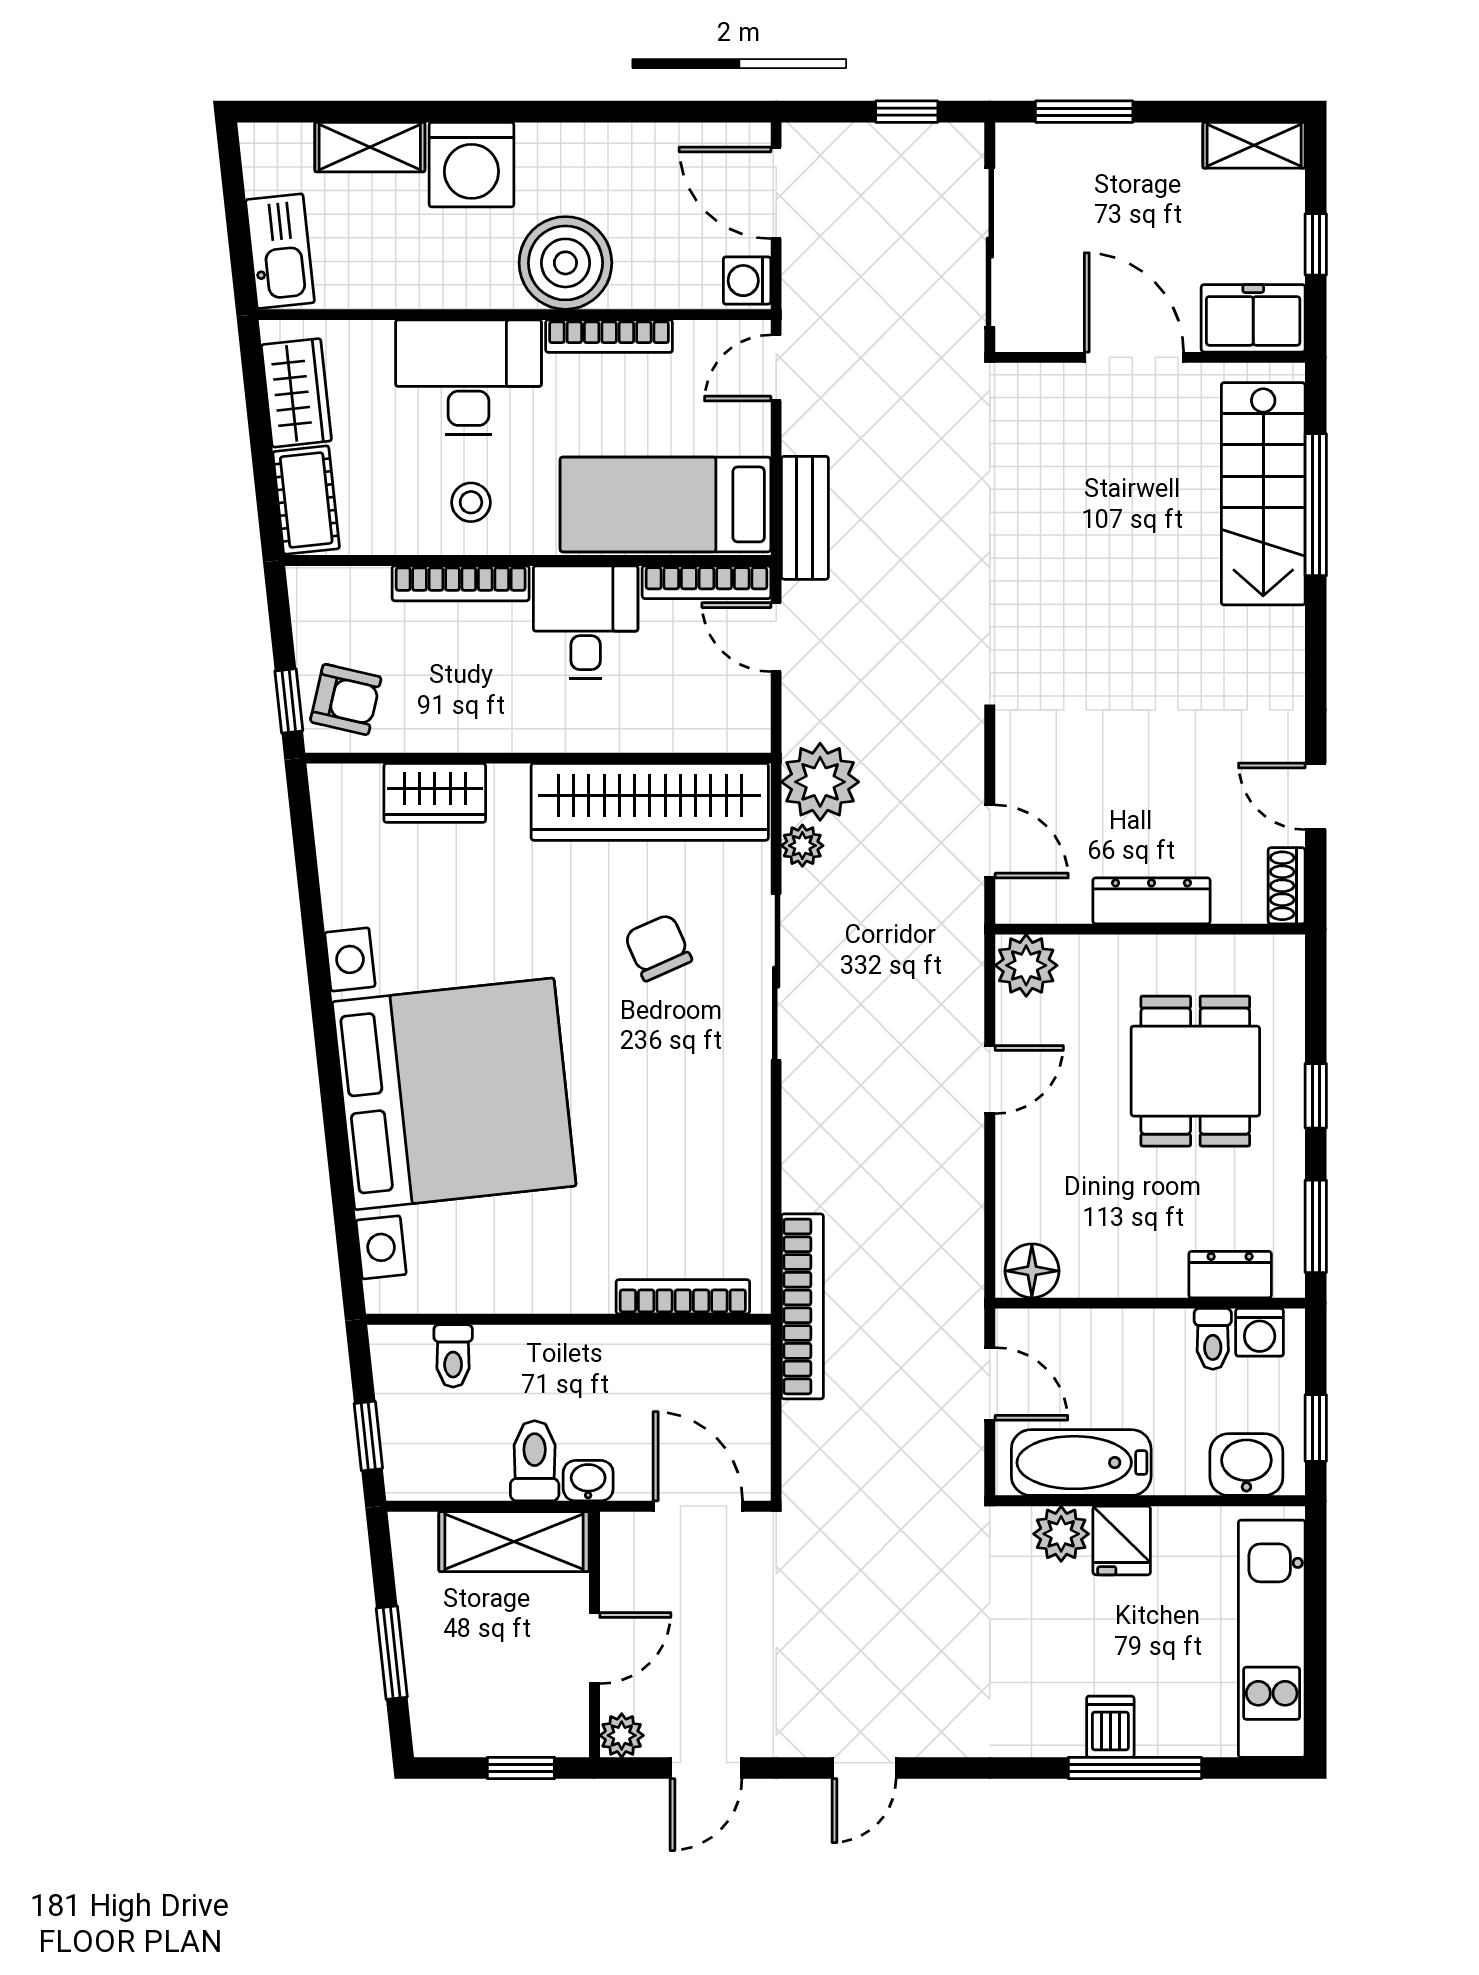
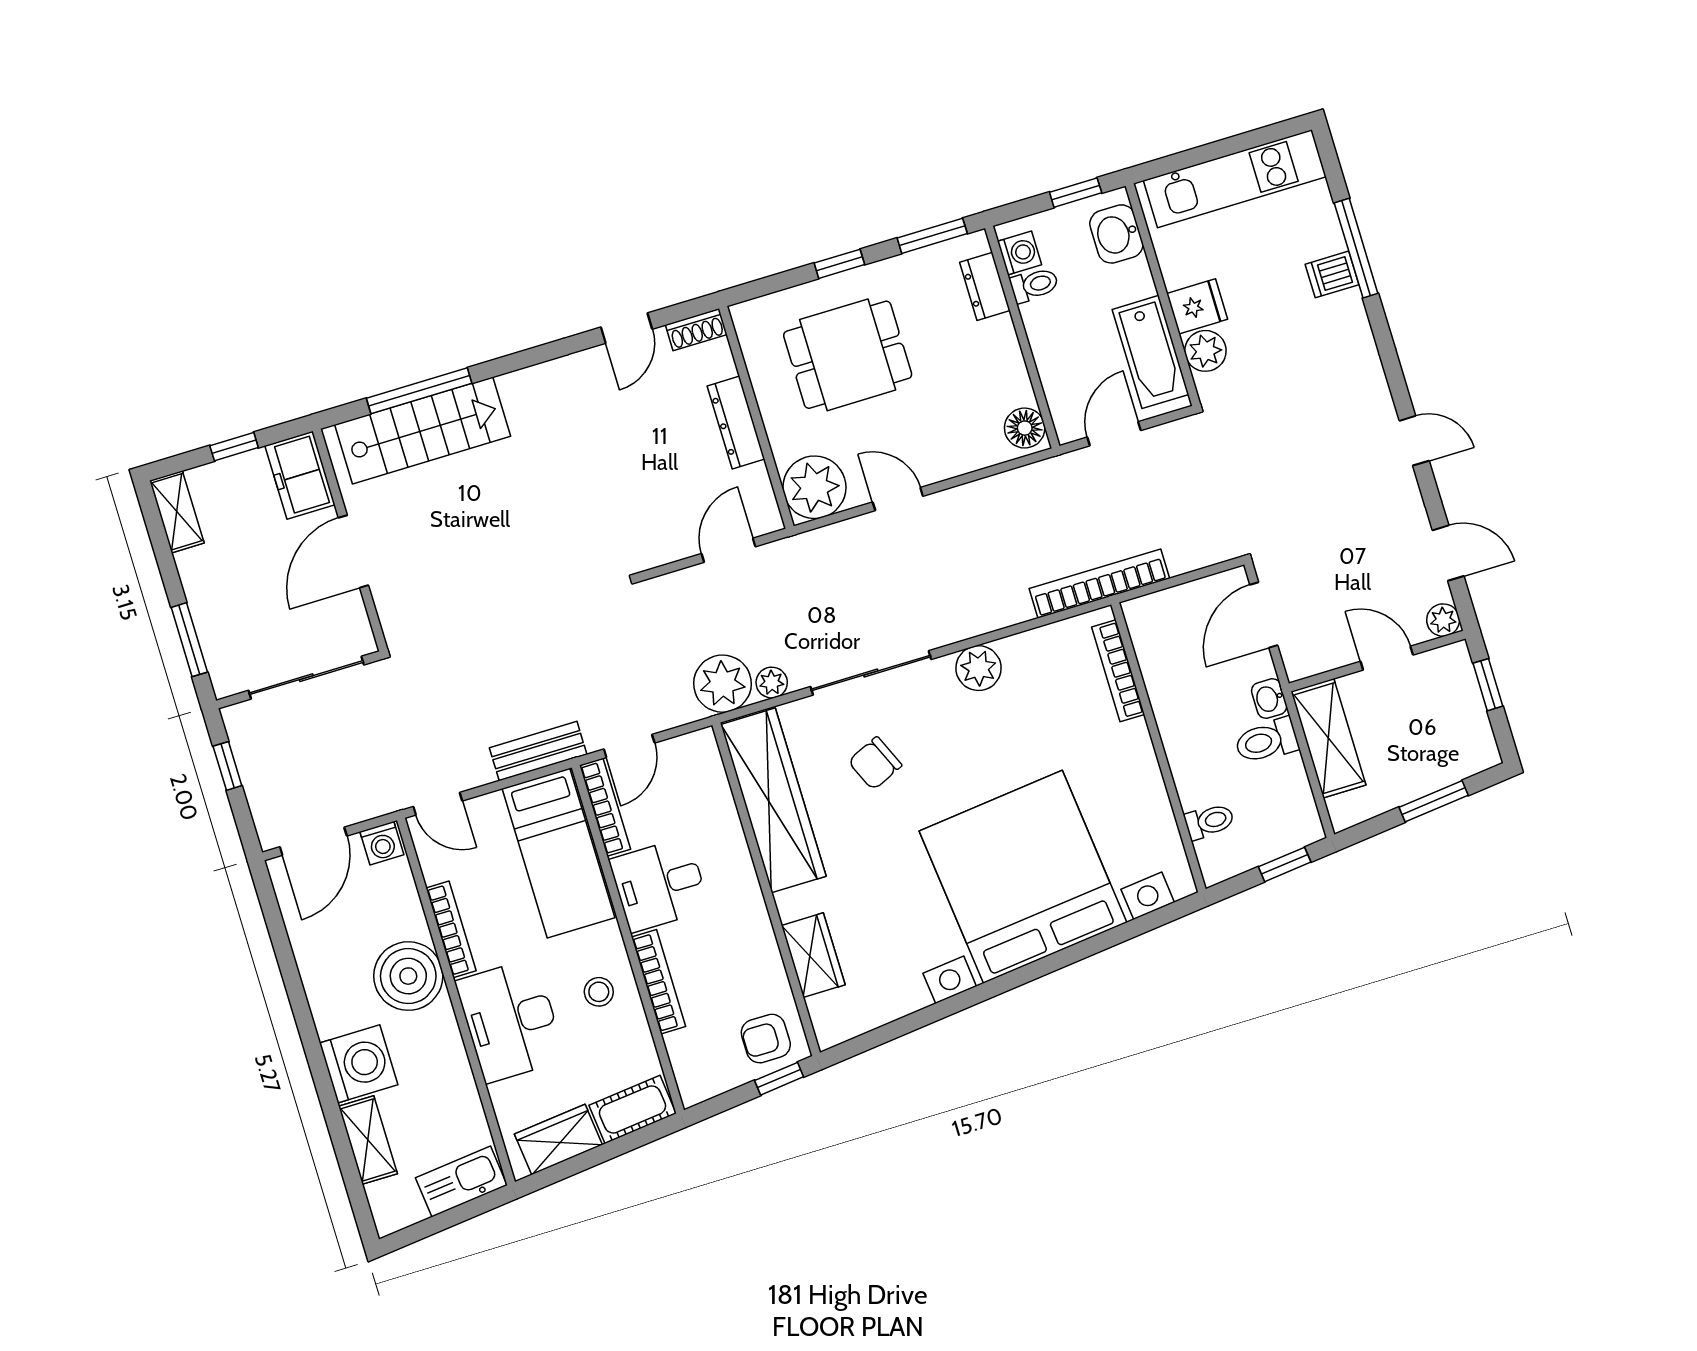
armchair: (346, 699) -> (766, 1039), turned -103
plant: (1026, 965) -> (814, 487), width x1.36, depth x1.36
plant: (740, 1118) -> (979, 668), added

